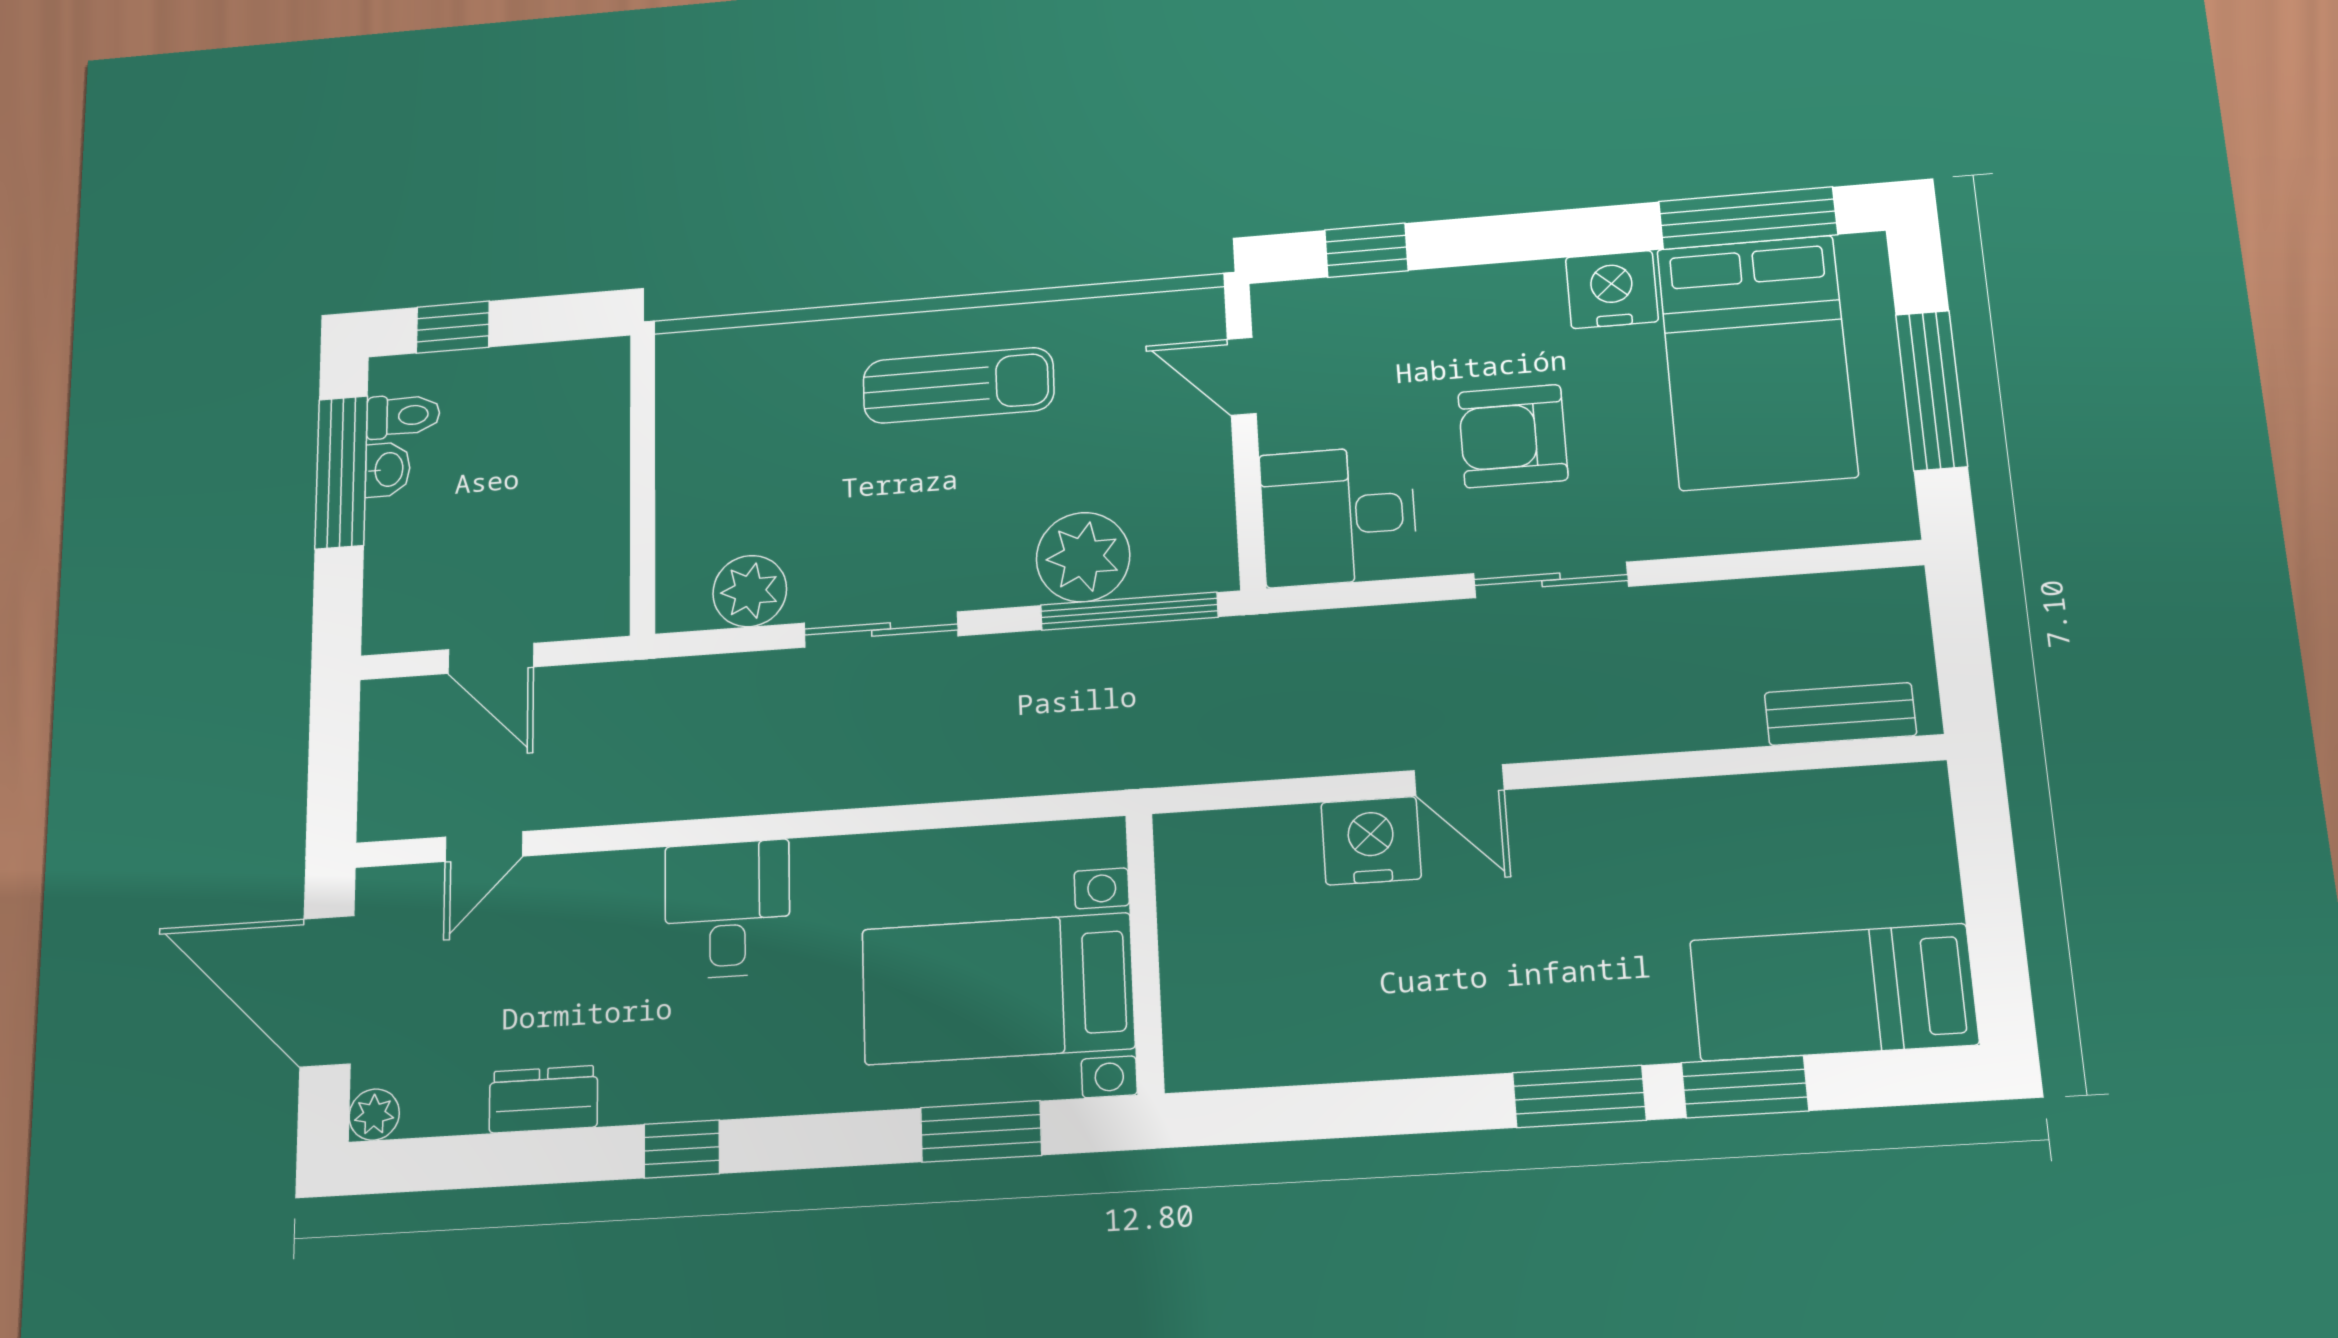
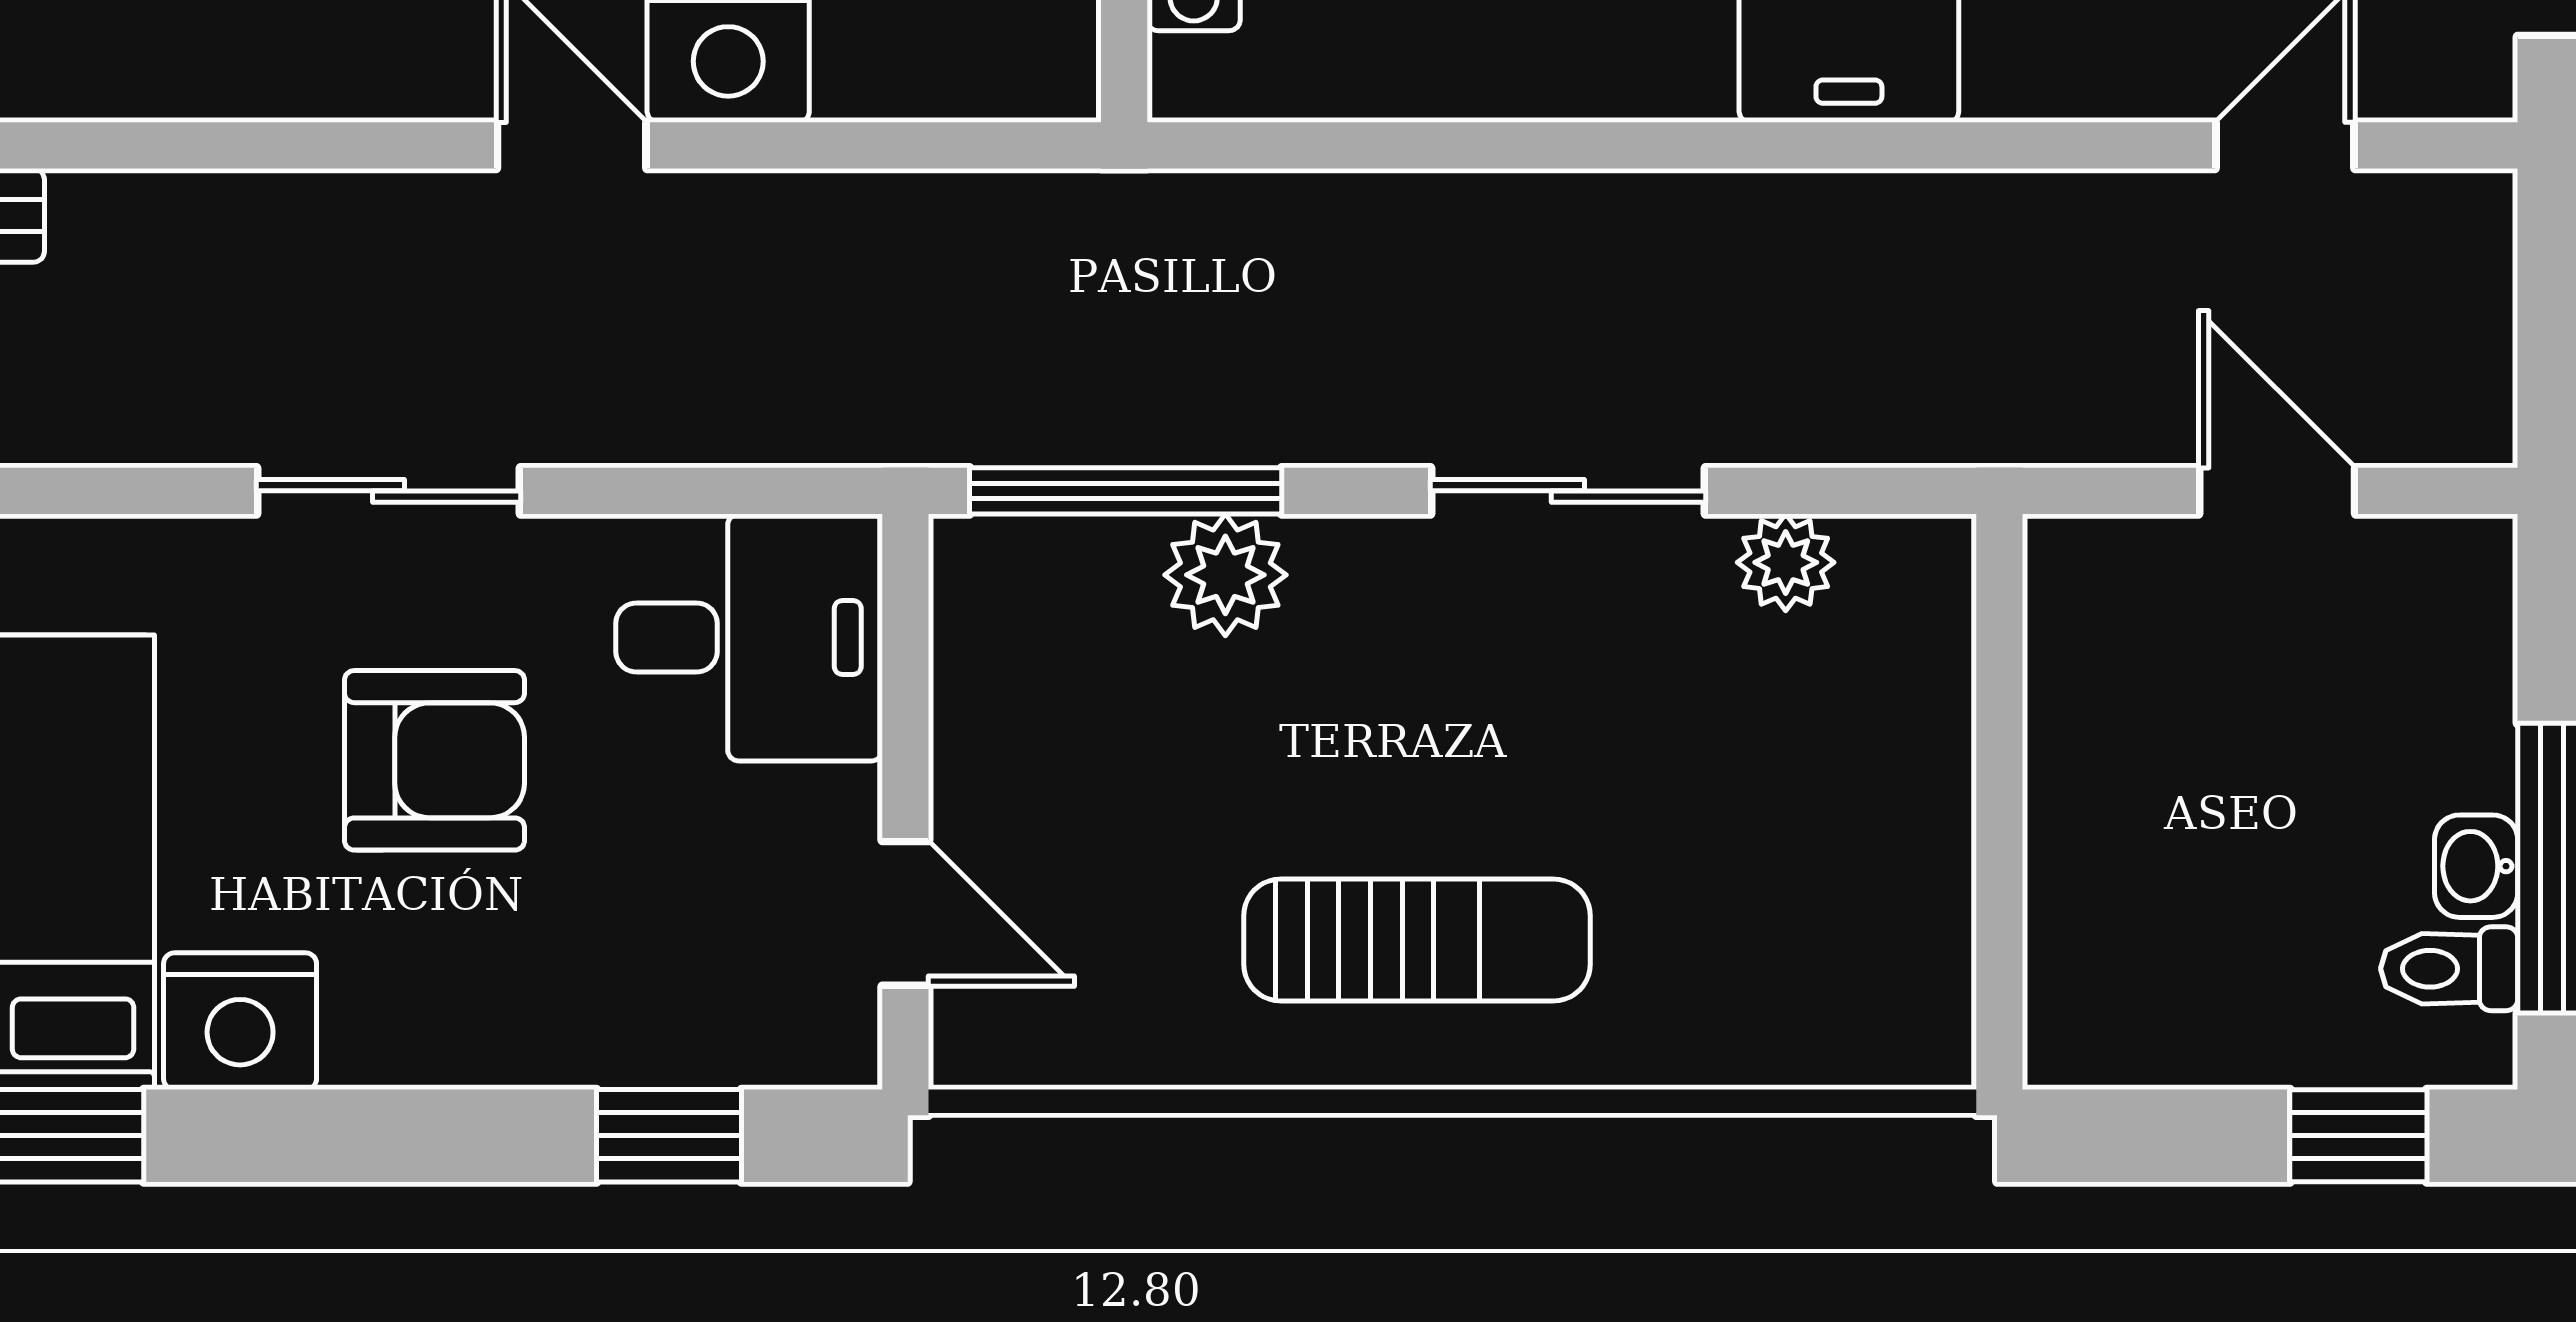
sun lounger: (958, 385) -> (1417, 940), turned 180
plant: (1083, 557) -> (1225, 575), width x0.73, depth x0.73
plant: (750, 591) -> (1786, 562), width x0.73, depth x0.73

